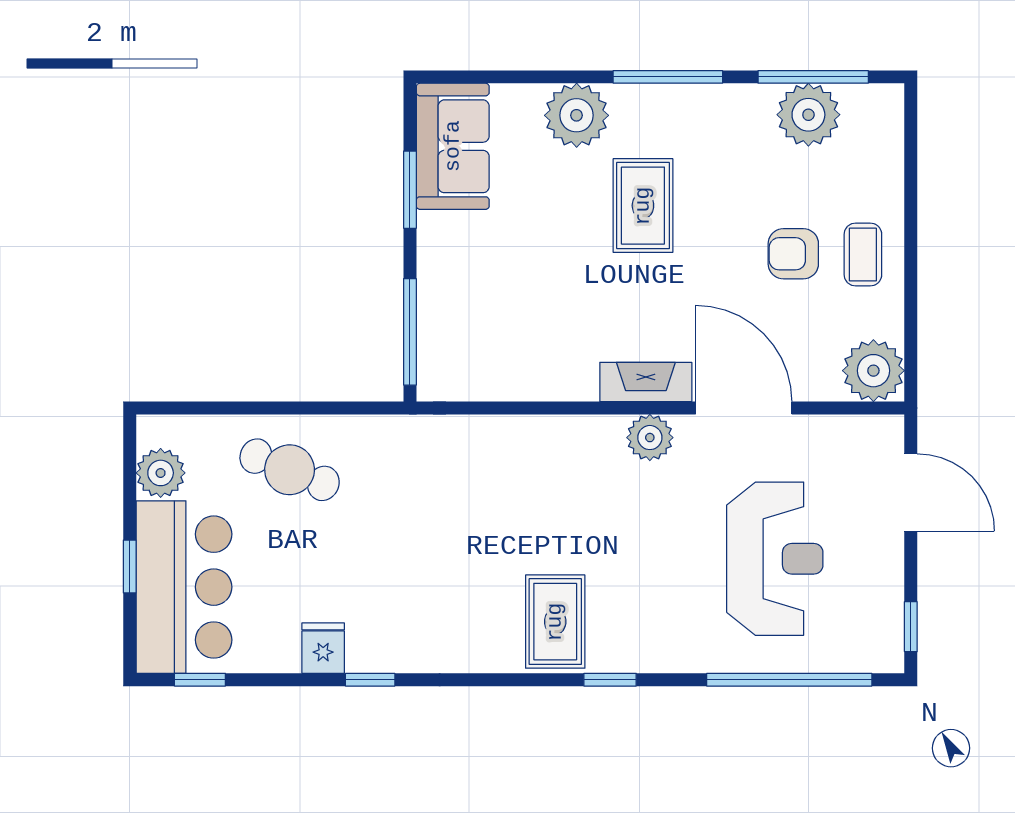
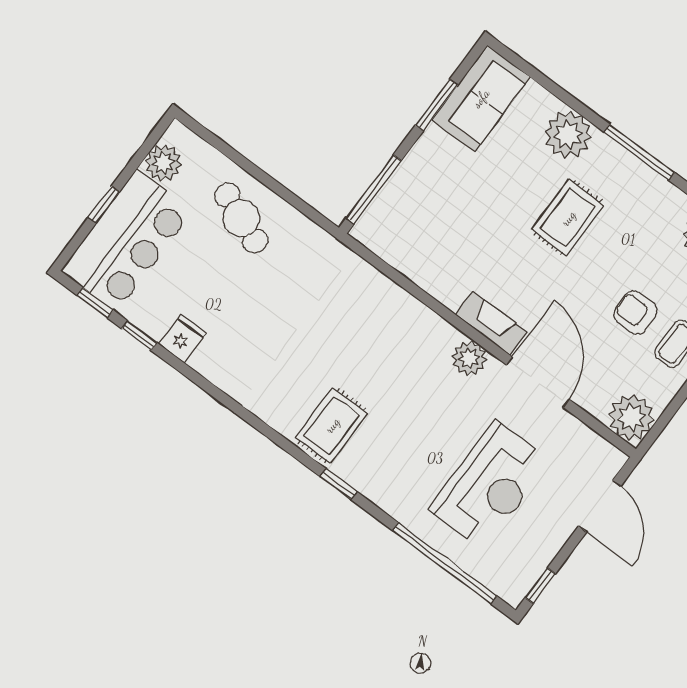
window: (370, 680) -> (139, 336), moved

